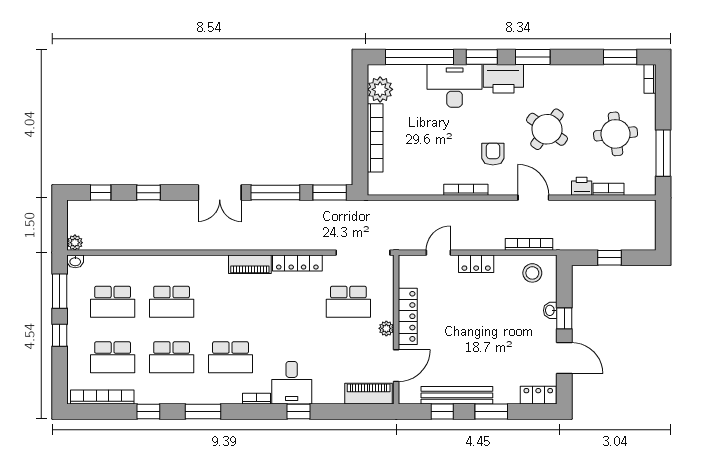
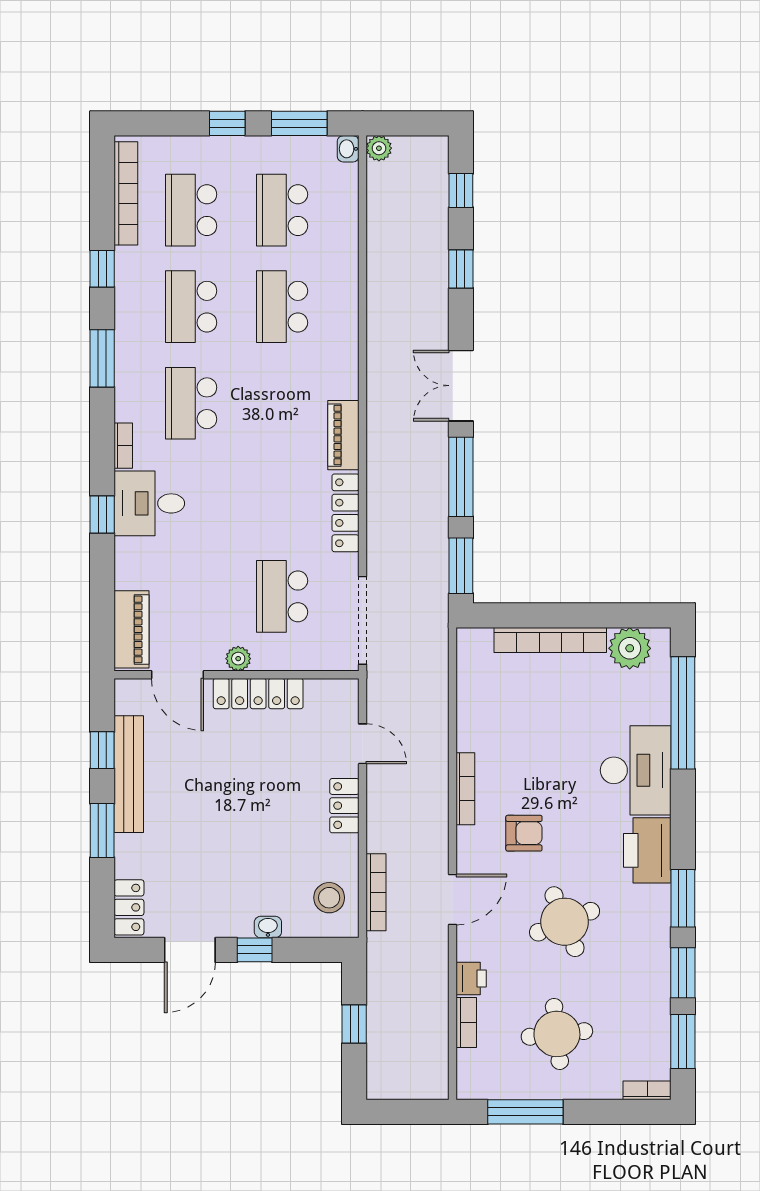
window: (482, 57) -> (683, 973), moved
round table: (547, 129) -> (565, 922), turned 33

